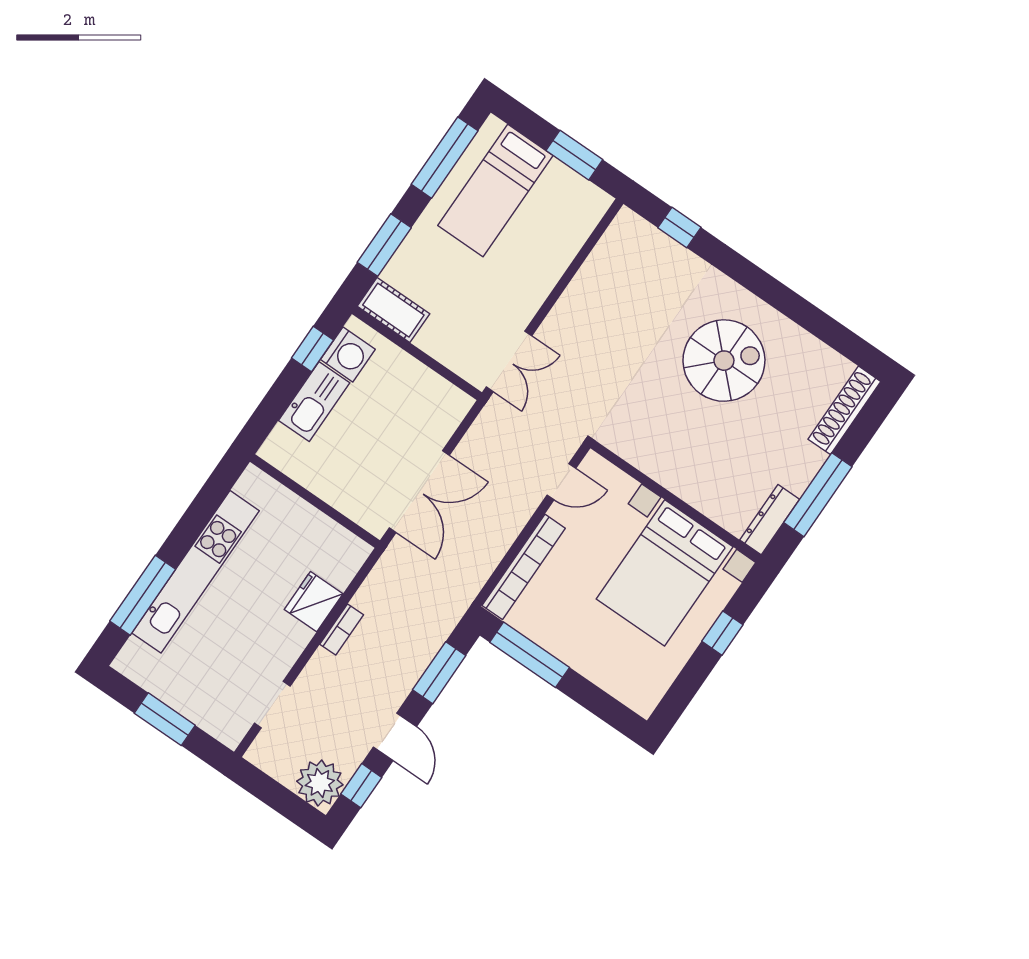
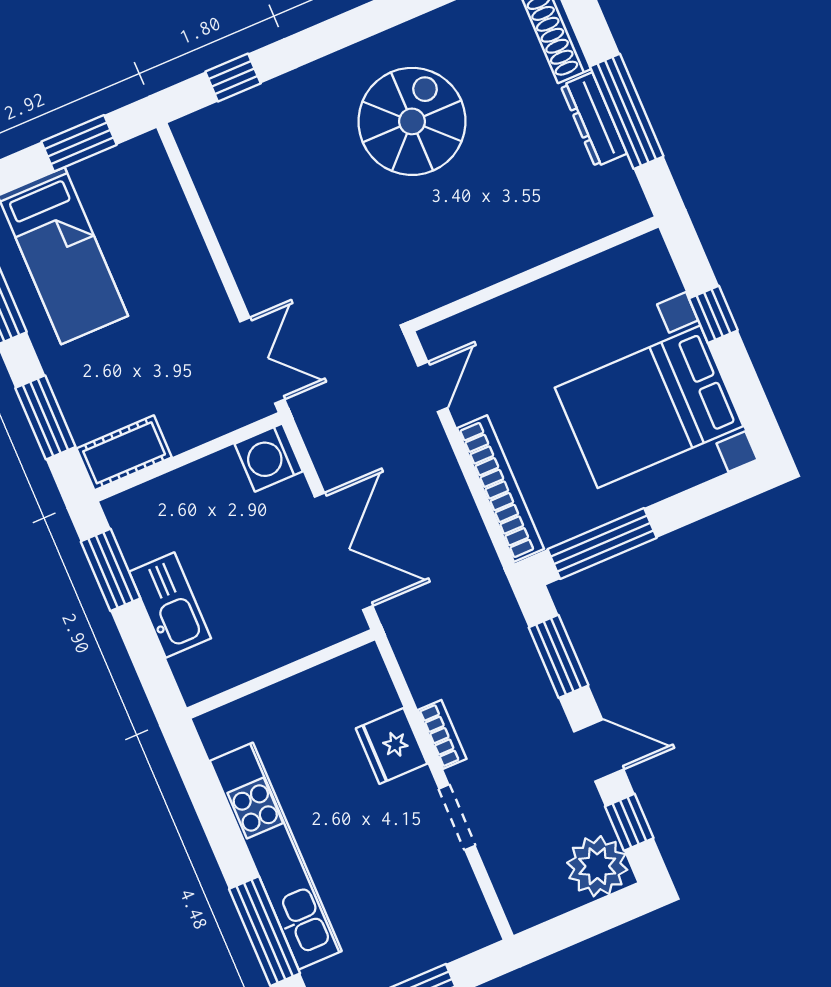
window: (312, 349) -> (111, 570), width x1.50
washing machine: (348, 354) -> (269, 458), moved, turned 180
dresser: (770, 520) -> (594, 120), moved
bed with nightstands: (665, 573) -> (649, 407), moved, turned 90
doorway: (272, 705) -> (457, 817), moved

